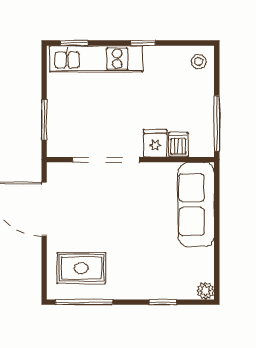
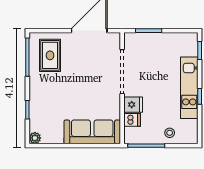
kitchen unit: (96, 59) -> (189, 88), moved
stool: (199, 62) -> (170, 133), moved

